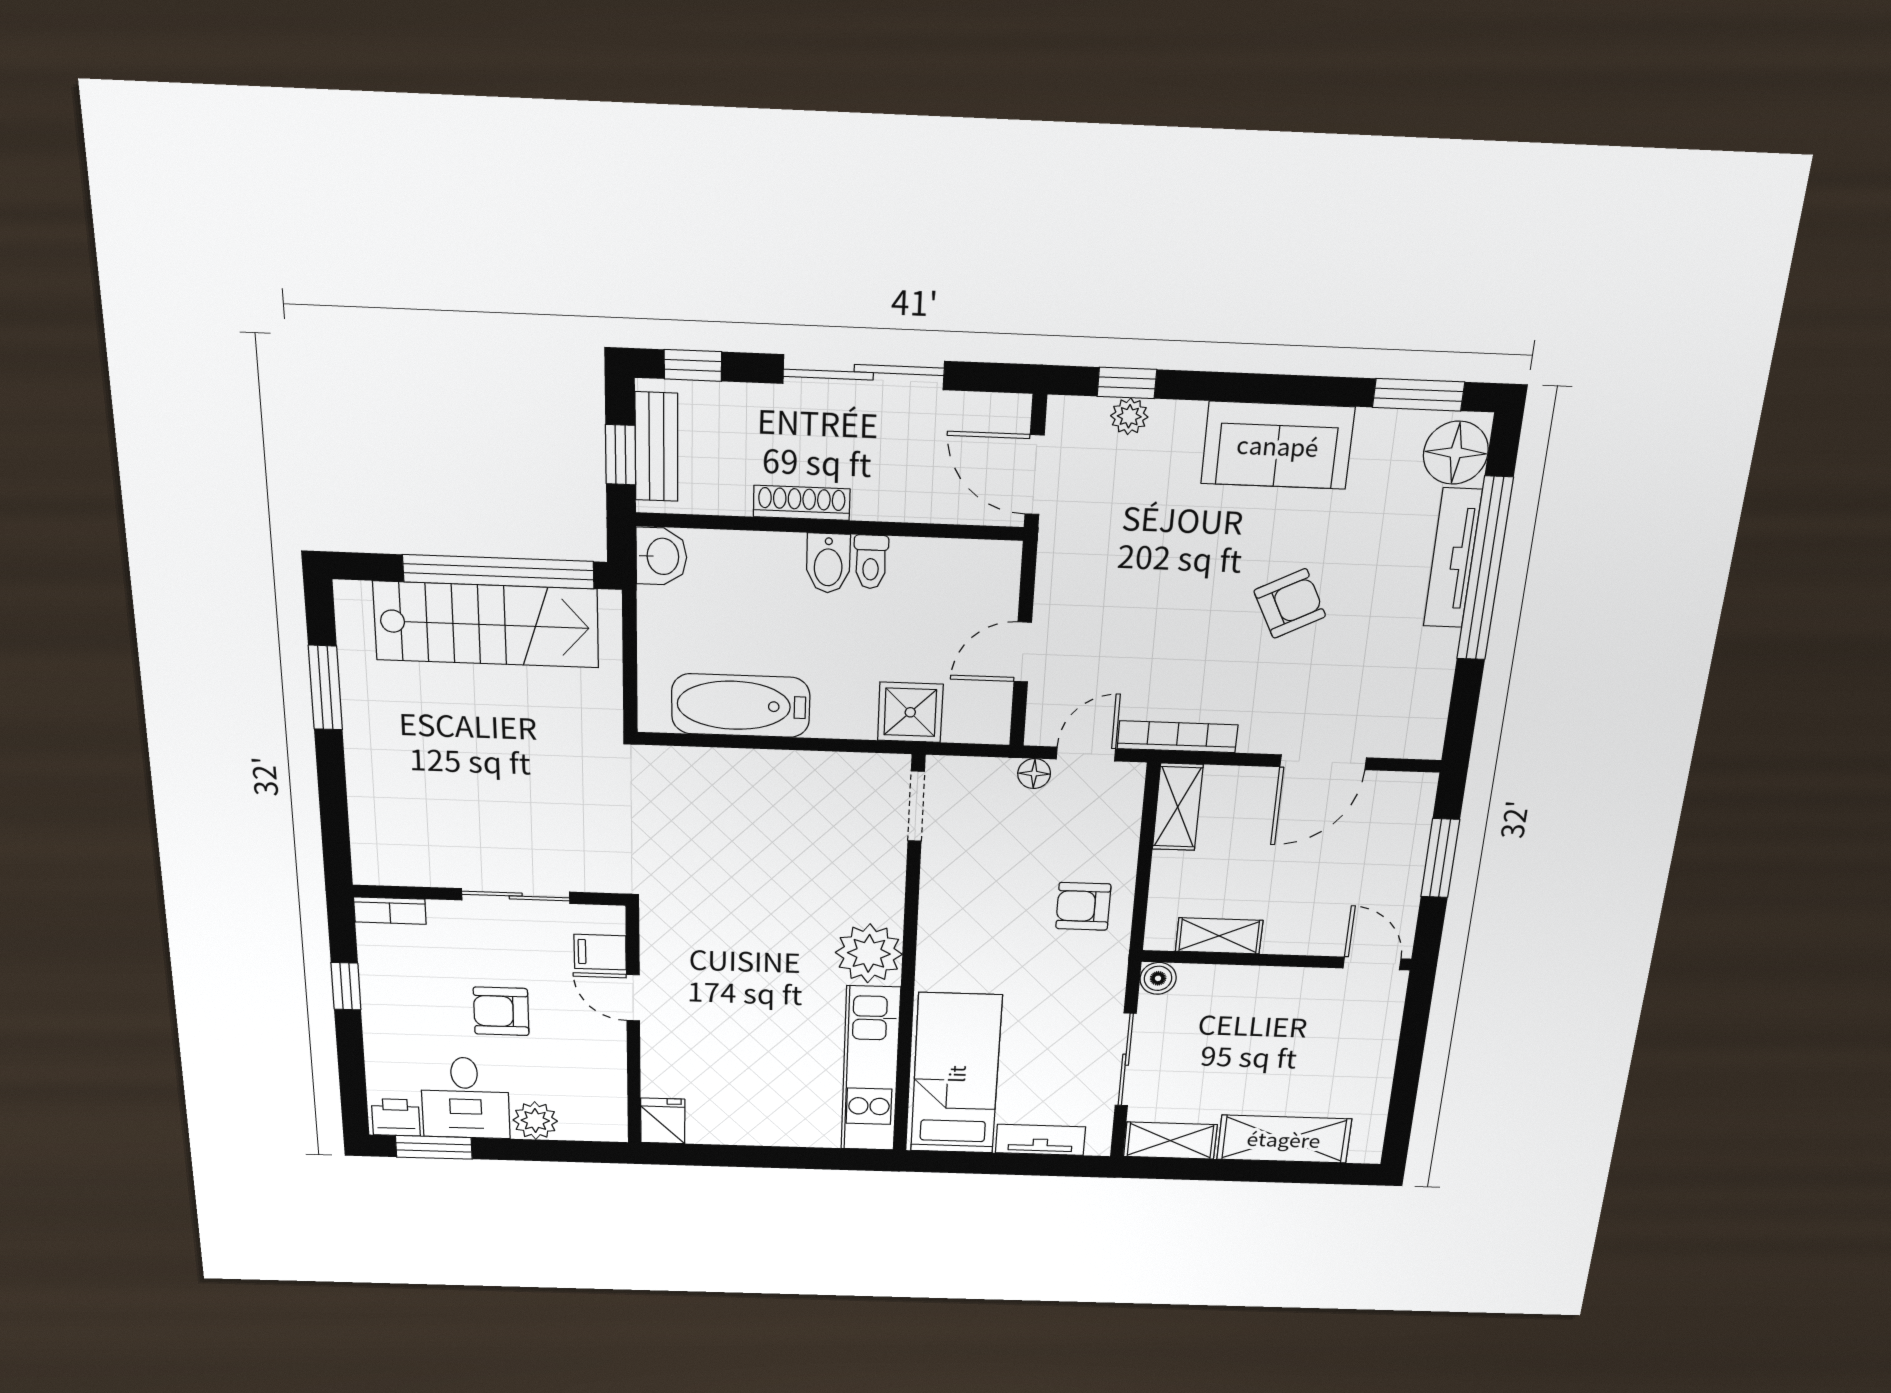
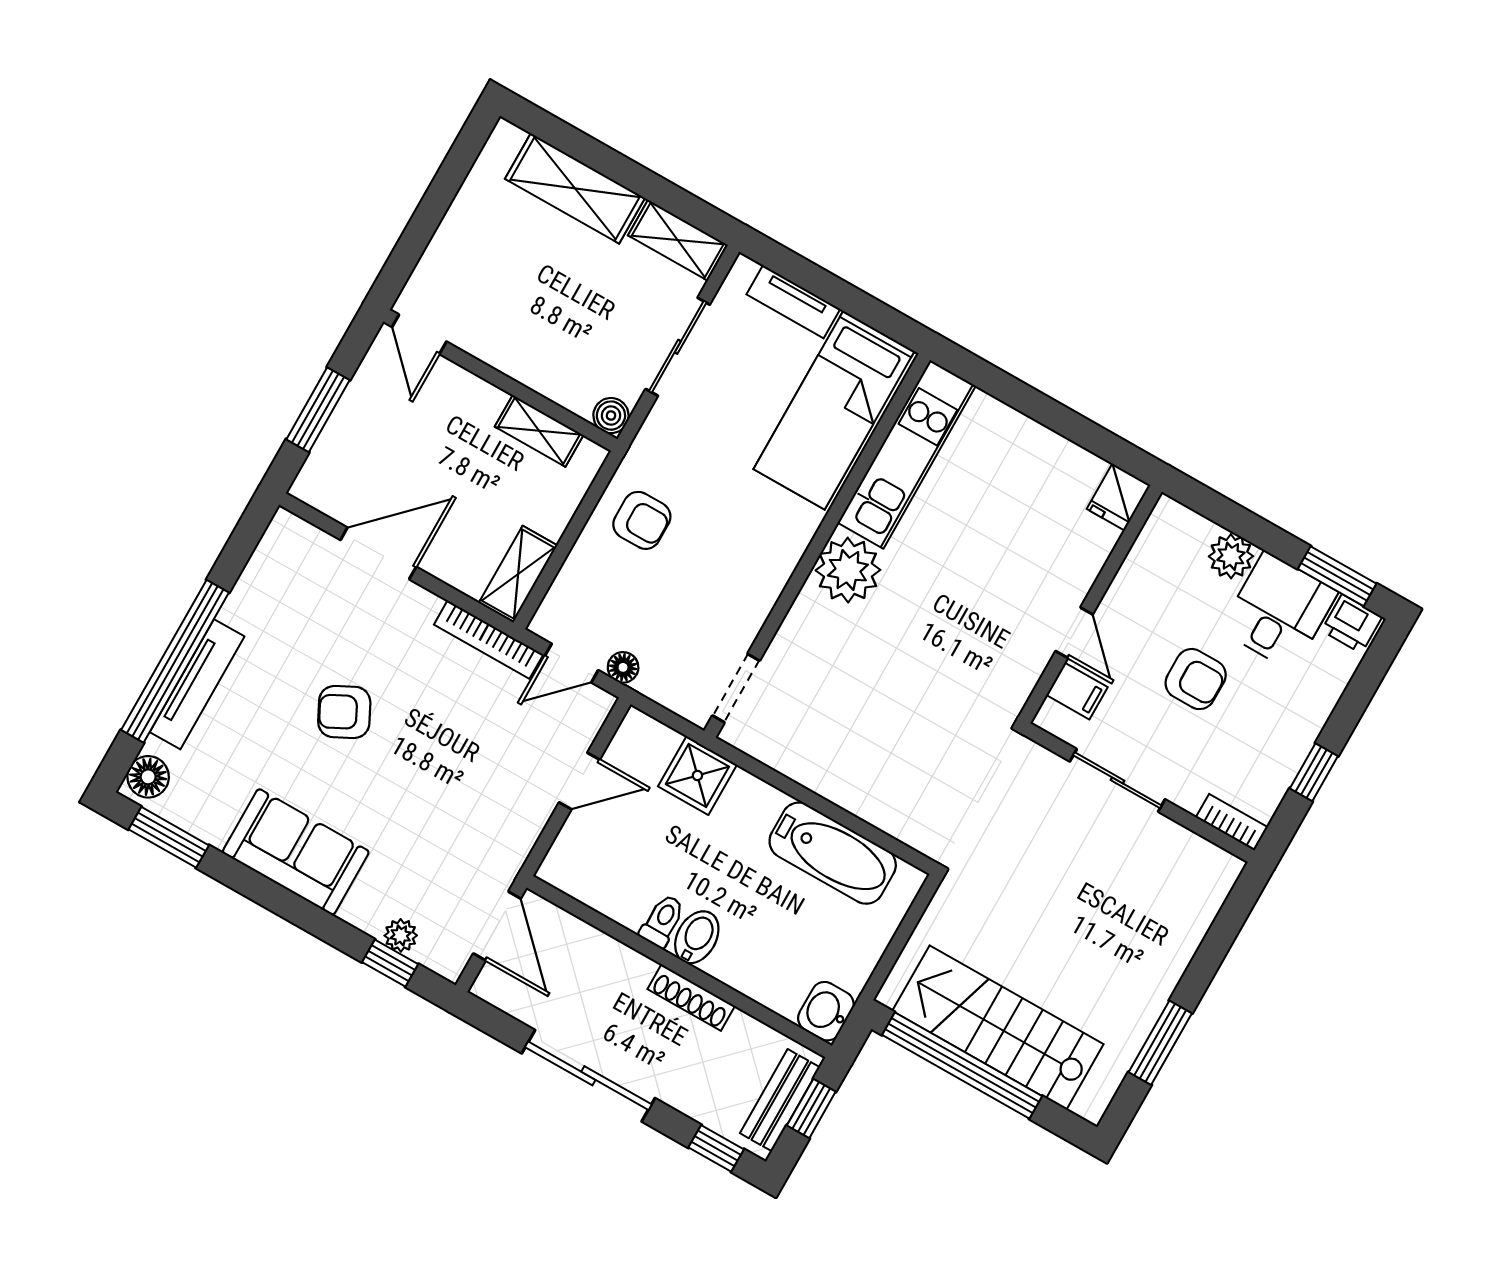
floor lamp: (1456, 453) -> (148, 777), width x0.73, depth x0.73

